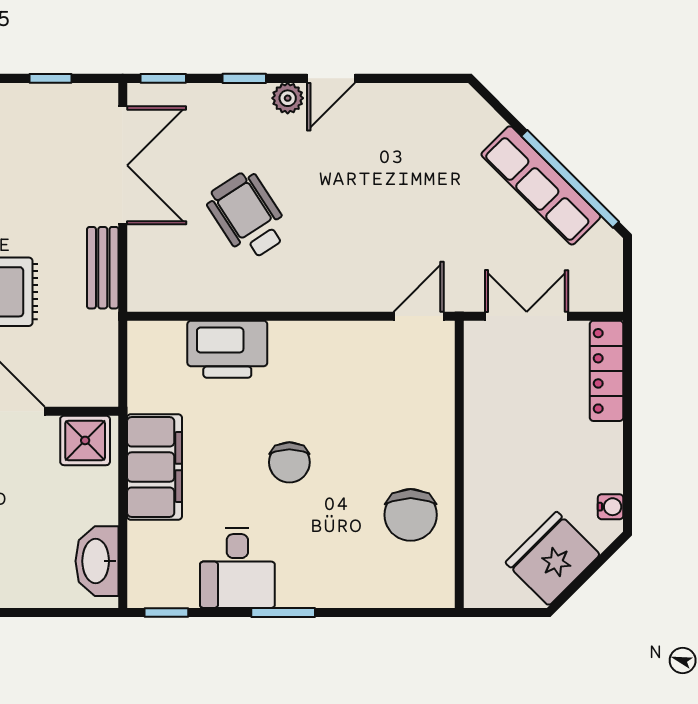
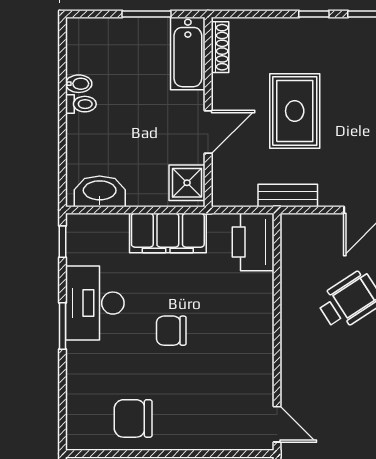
bench: (103, 268) -> (288, 195), moved
printer: (227, 349) -> (253, 242), moved
desk: (237, 568) -> (95, 303), width x1.37

